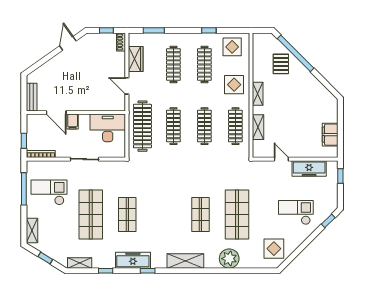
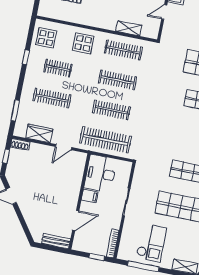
clothes rail: (204, 64) -> (58, 68), width x0.73
shelving: (258, 94) -> (96, 22), removed
filing cabinet: (73, 122) -> (90, 196), moved
checkout: (49, 192) -> (151, 243), turned 180

